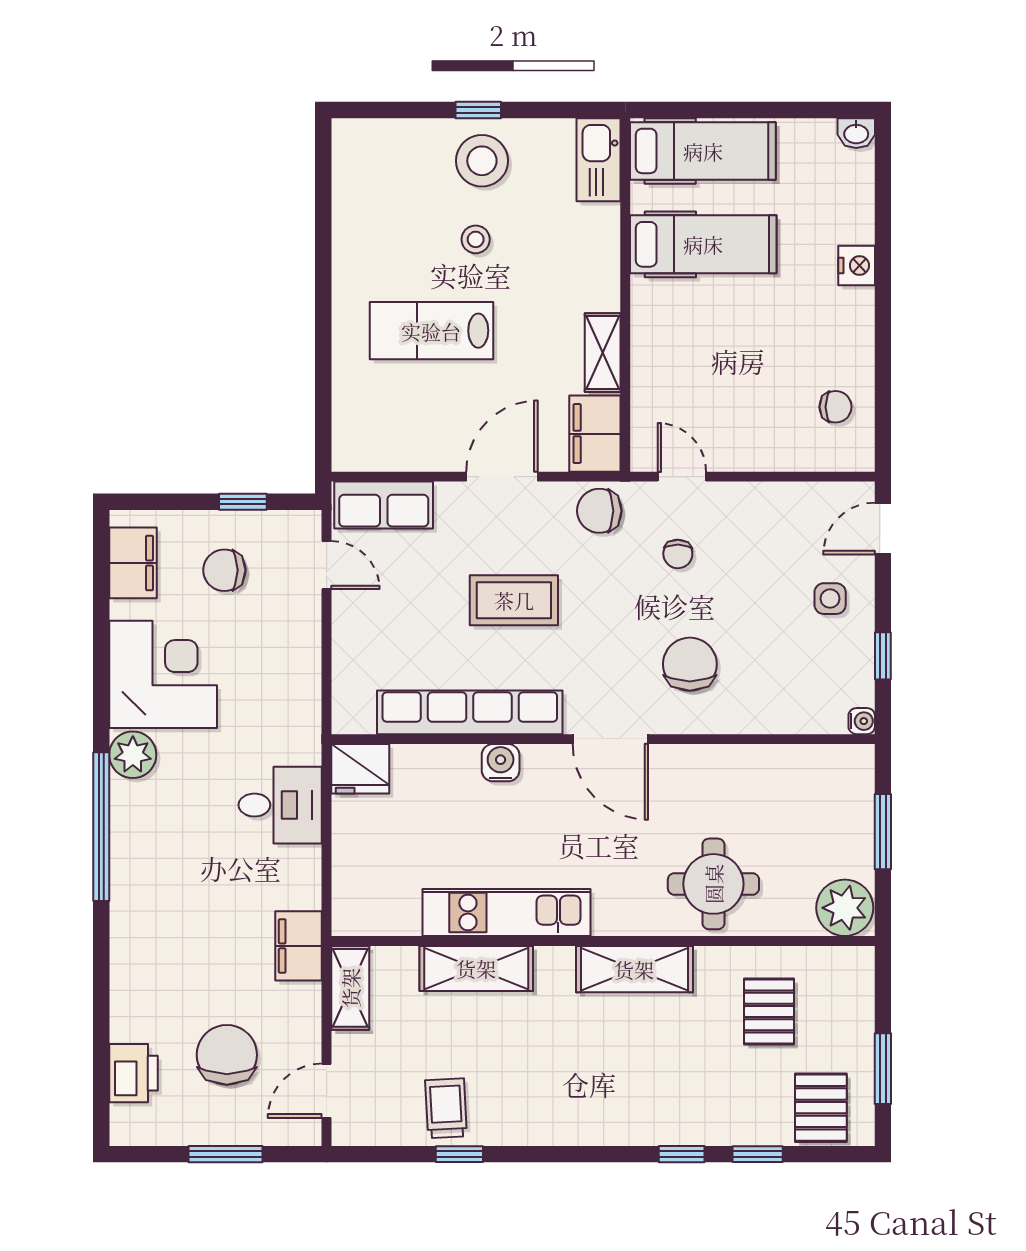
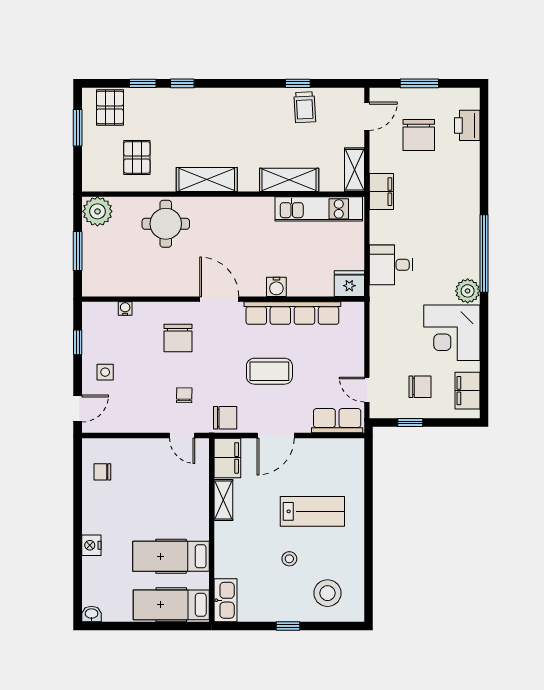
stool: (482, 161) -> (327, 593), moved
water cooler: (862, 721) -> (125, 308), moved, turned 90
kitchen unit: (507, 913) -> (319, 209), moved

